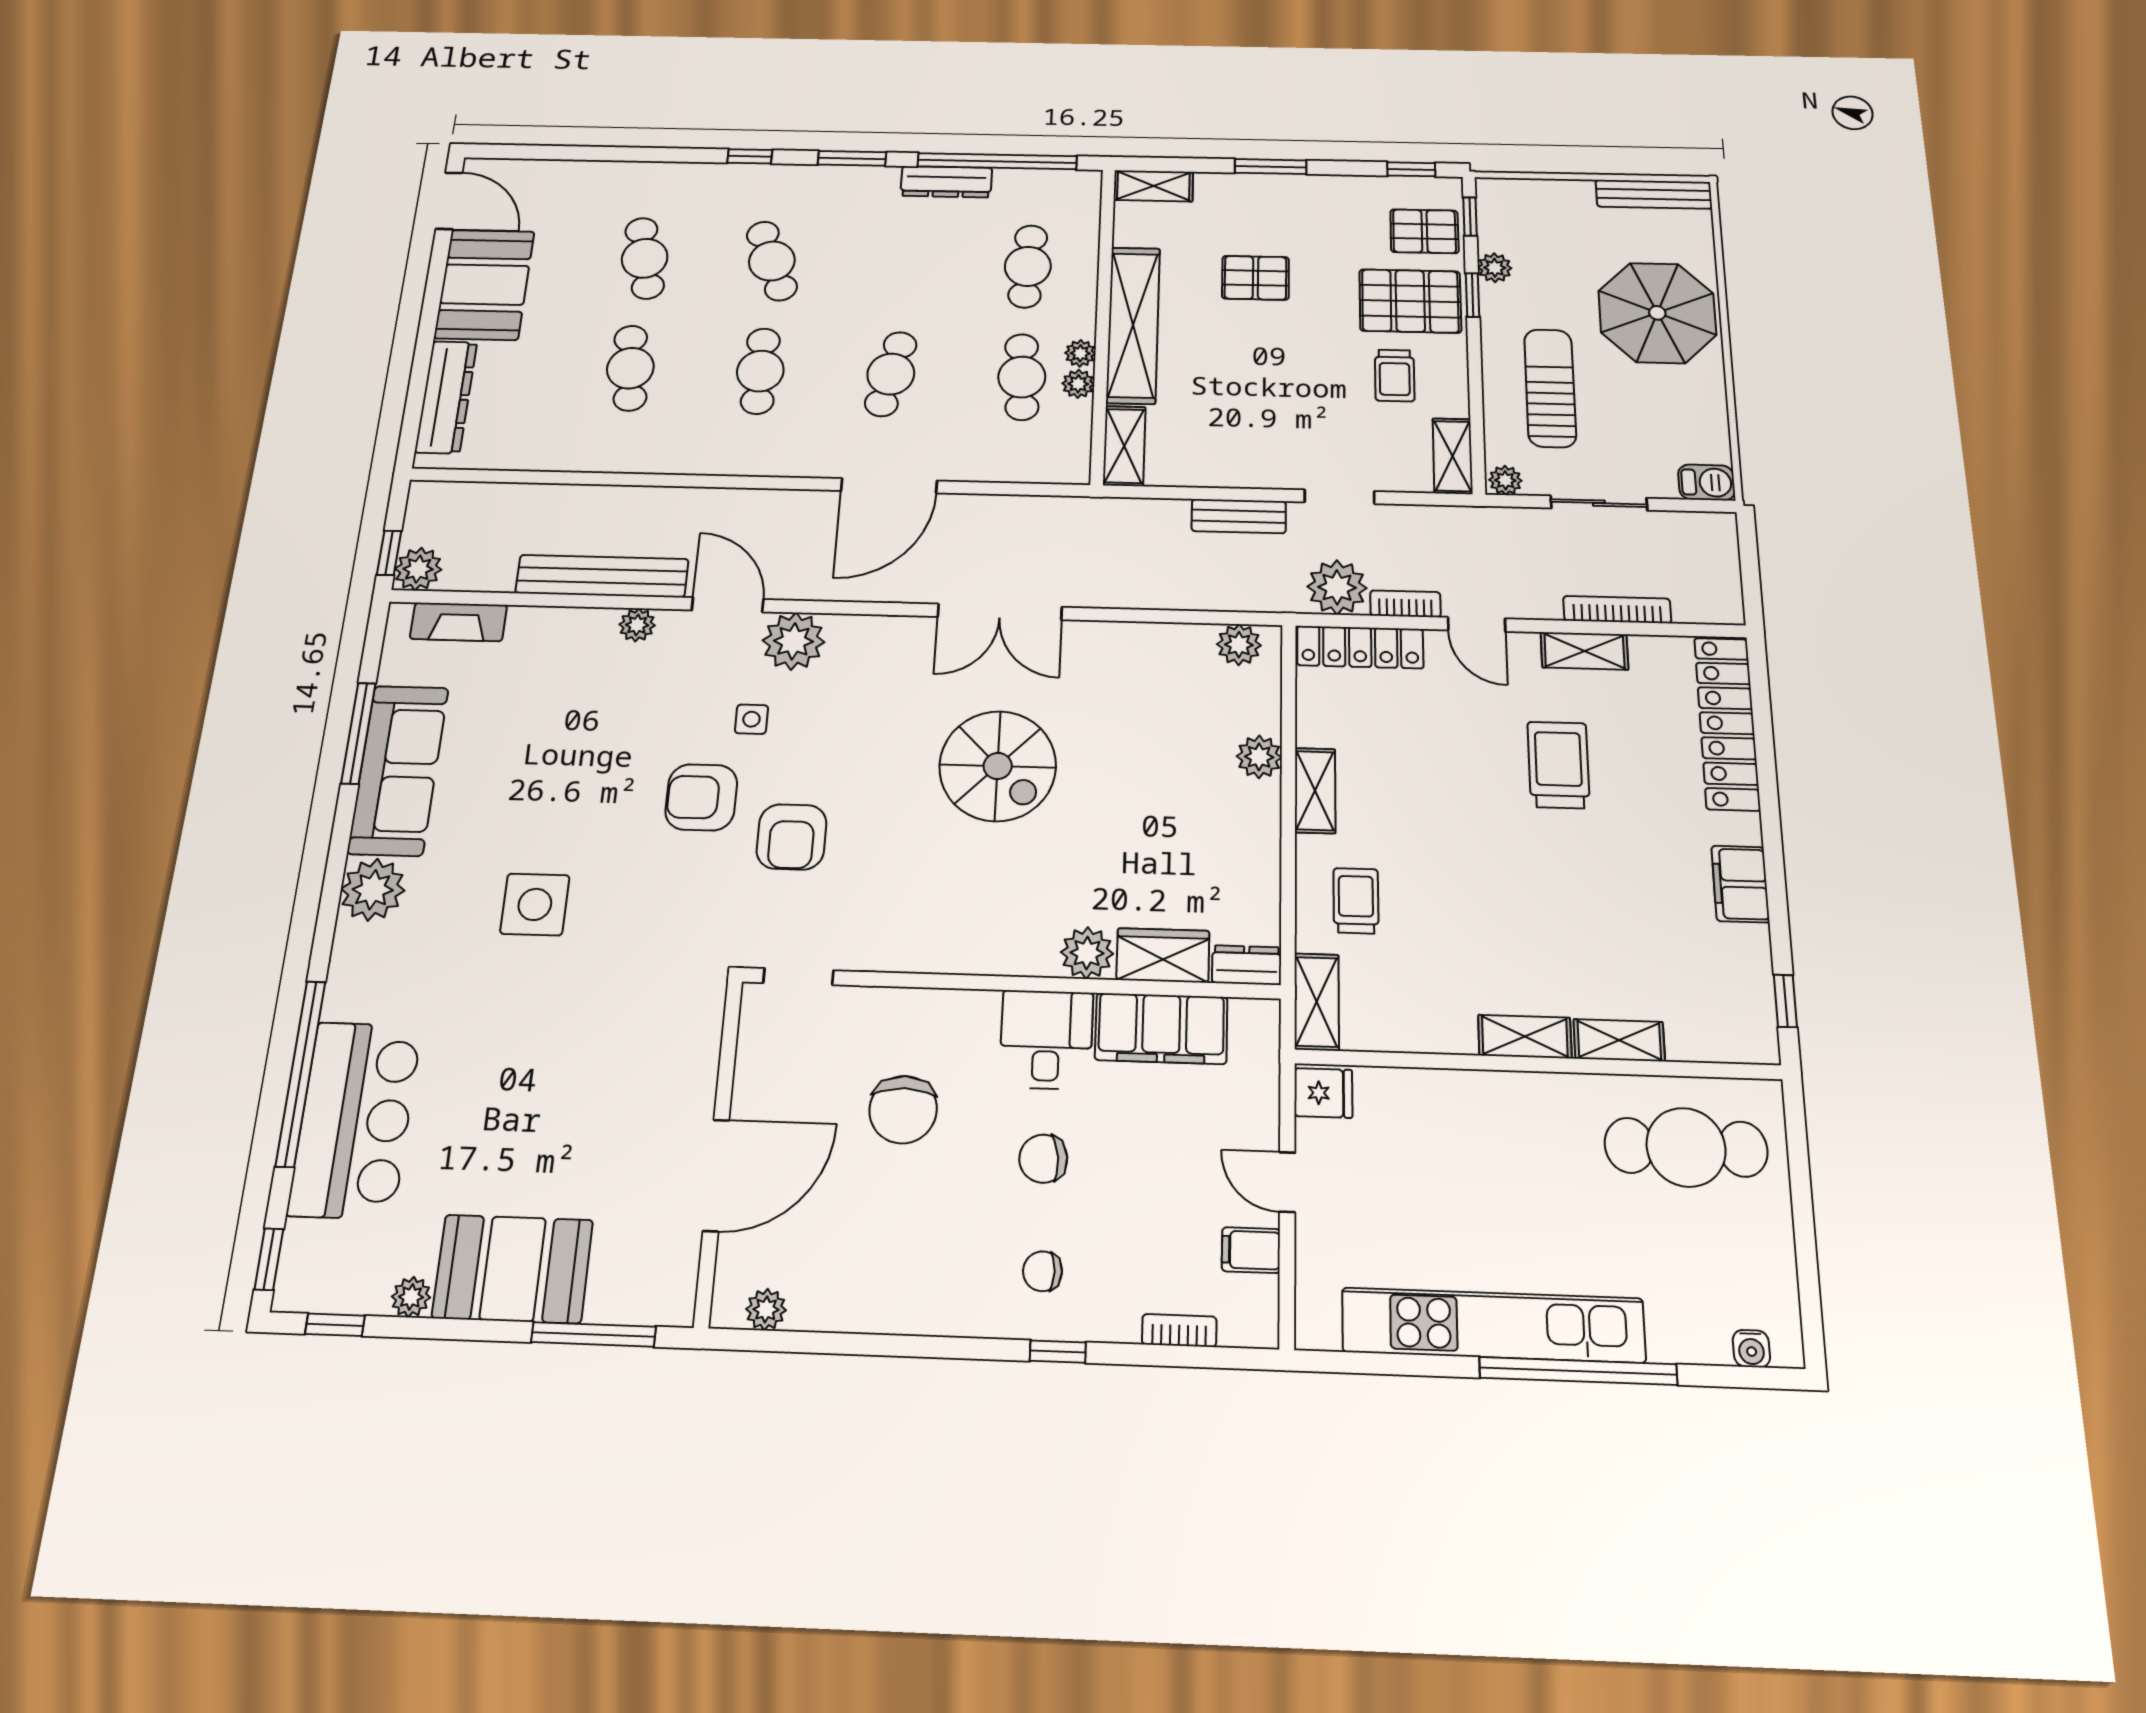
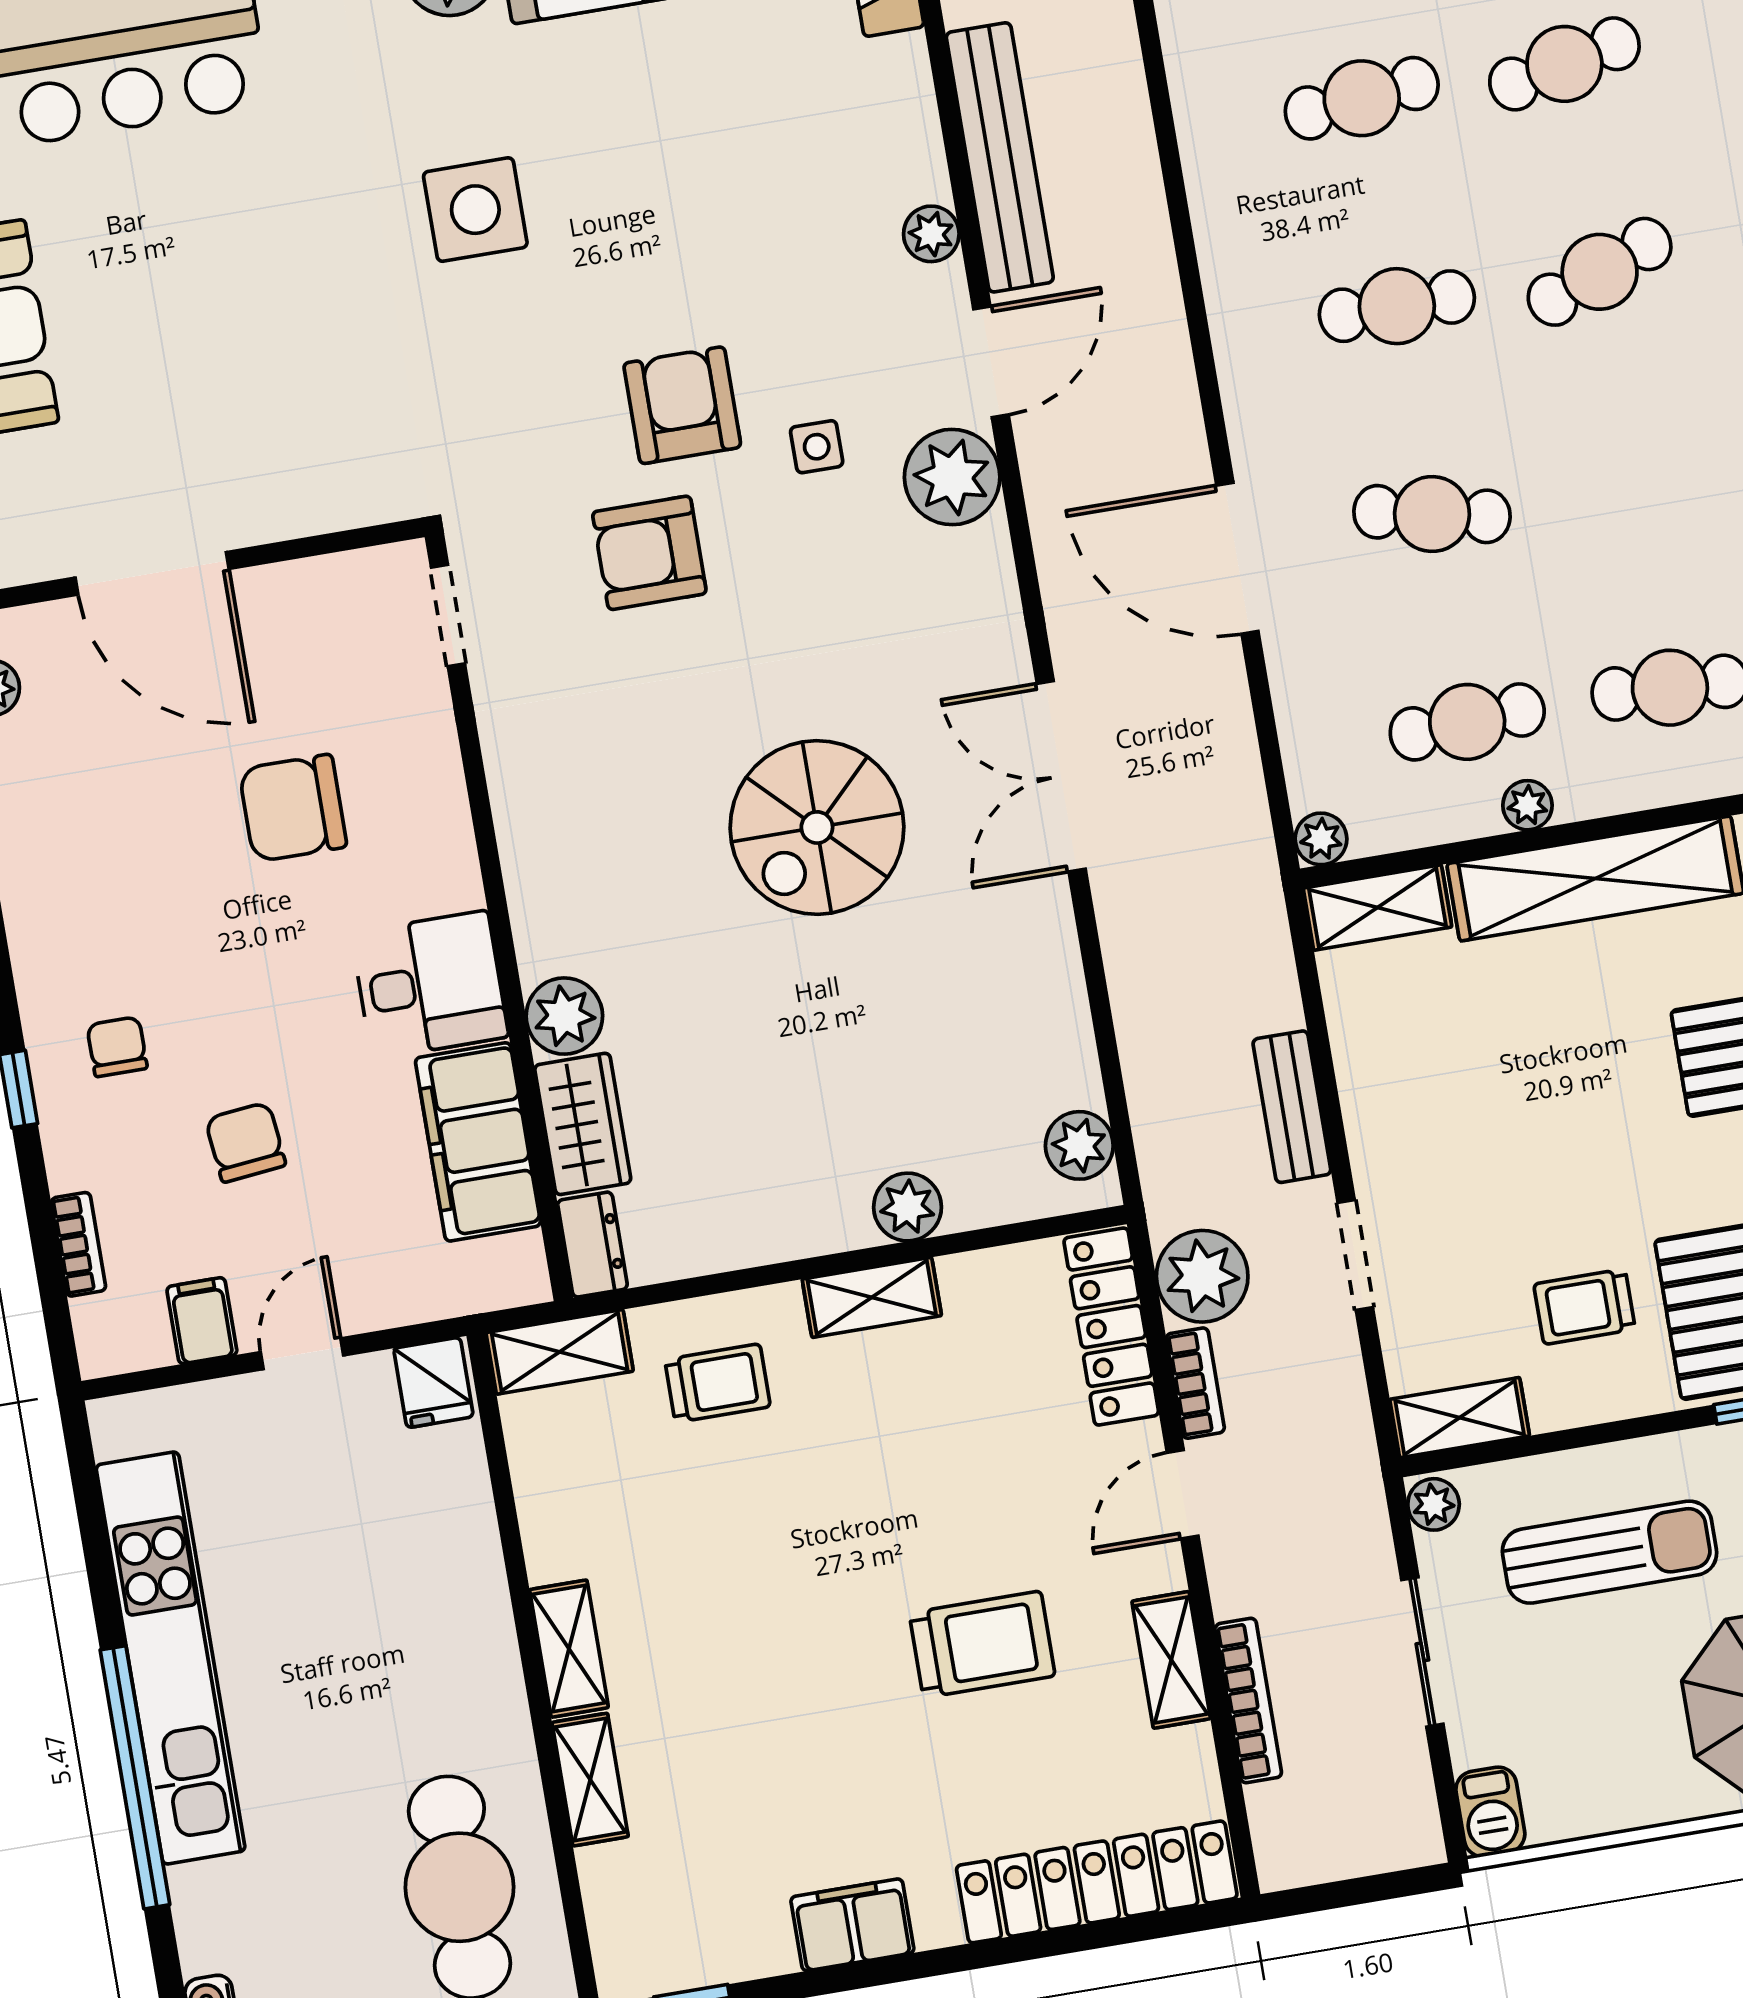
plant: (1078, 384) -> (1321, 839), moved
chair: (1043, 1159) -> (245, 1142), moved

